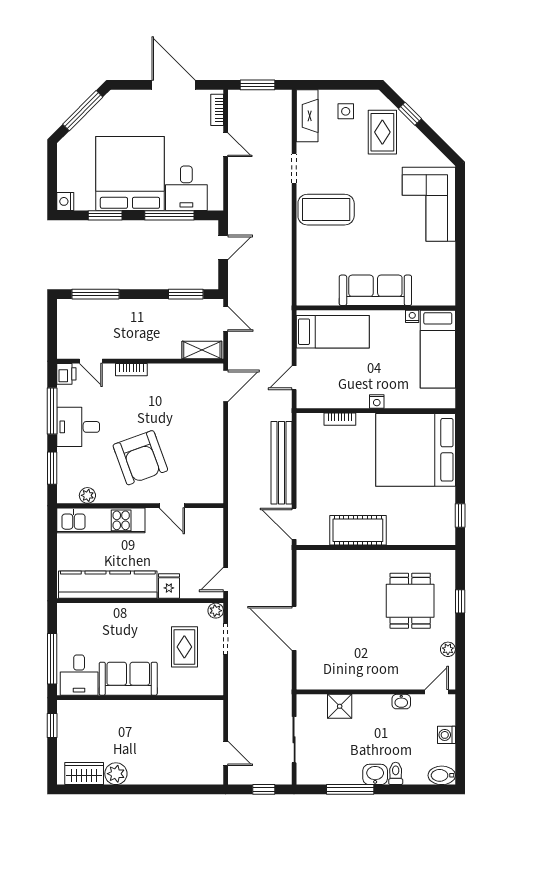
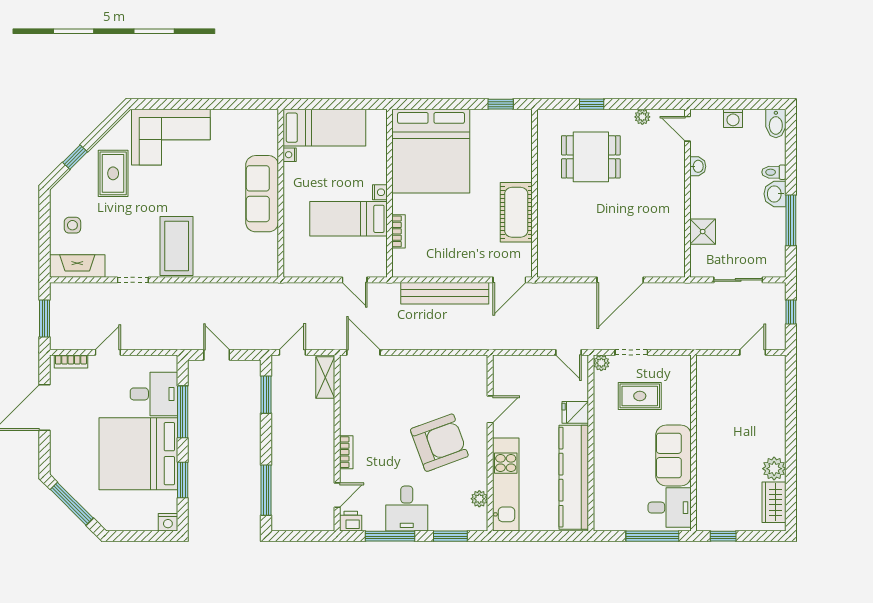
rug: (382, 132) -> (113, 173), moved, turned 90
bed: (333, 332) -> (348, 219), moved, turned -90

